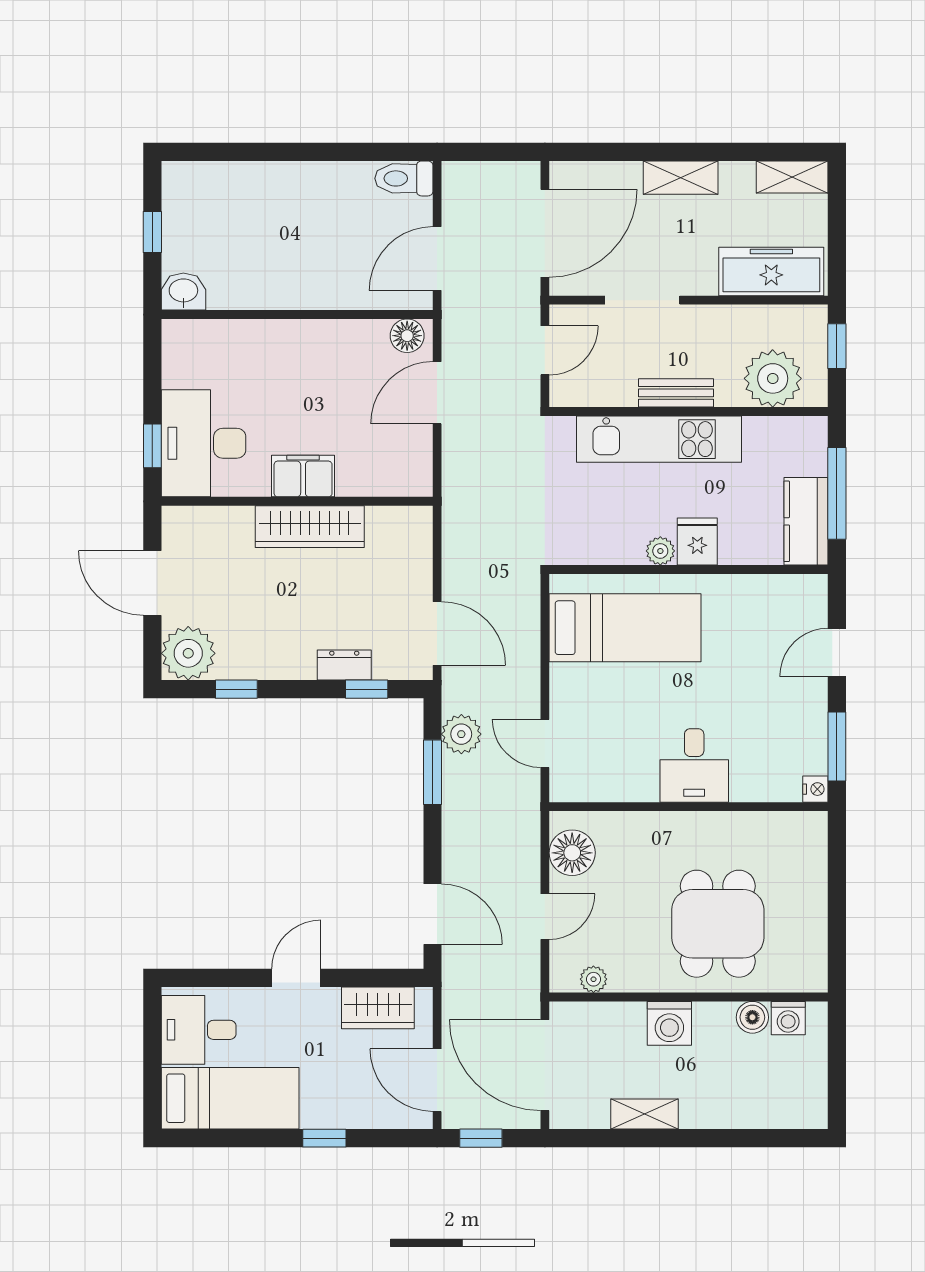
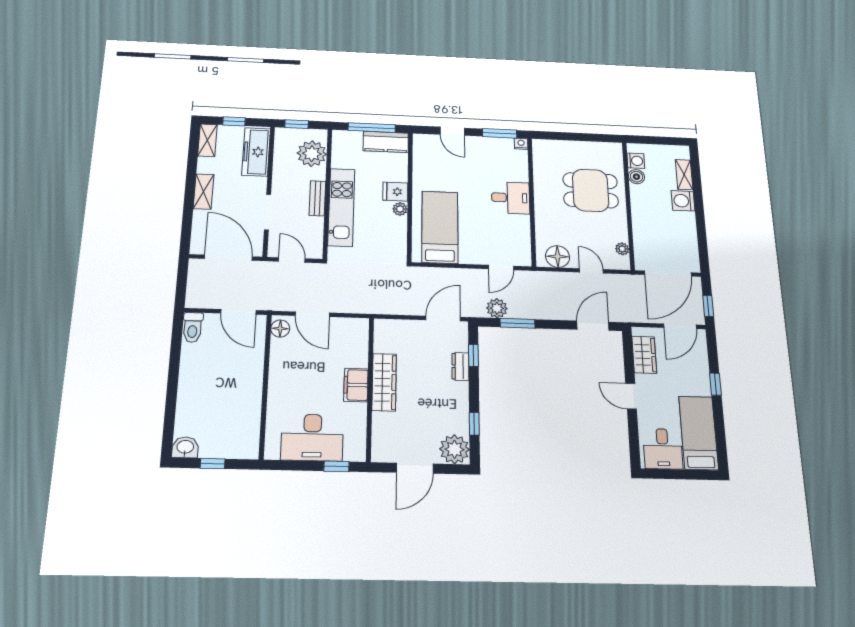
window: (837, 225) -> (234, 121), added
washbasin: (183, 292) -> (185, 447), moved, turned 90
desk: (204, 443) -> (312, 437), moved
washing machine: (669, 1023) -> (683, 201), moved, turned 180
shelving: (645, 1114) -> (684, 175), moved

